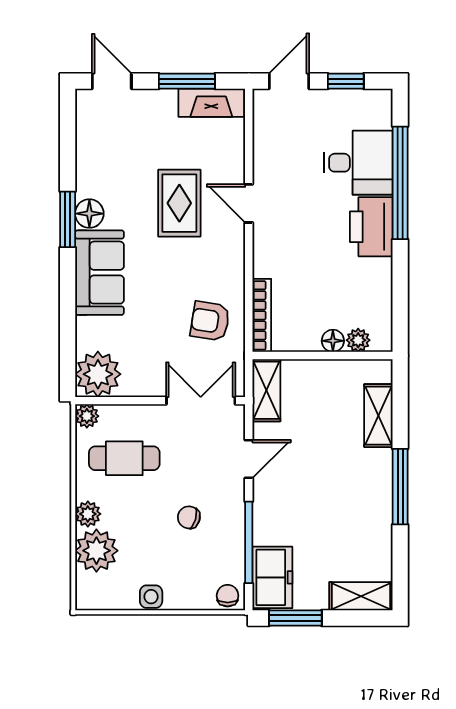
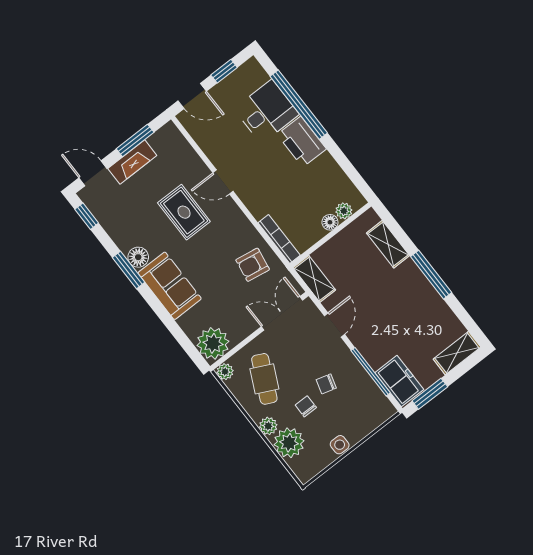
door: (289, 81) -> (192, 96), swing flipped
fireplace: (211, 103) -> (132, 162), moved
window: (68, 123) -> (87, 216), added
cafe table: (124, 458) -> (264, 379), turned -64
chair: (228, 596) -> (306, 406), moved

